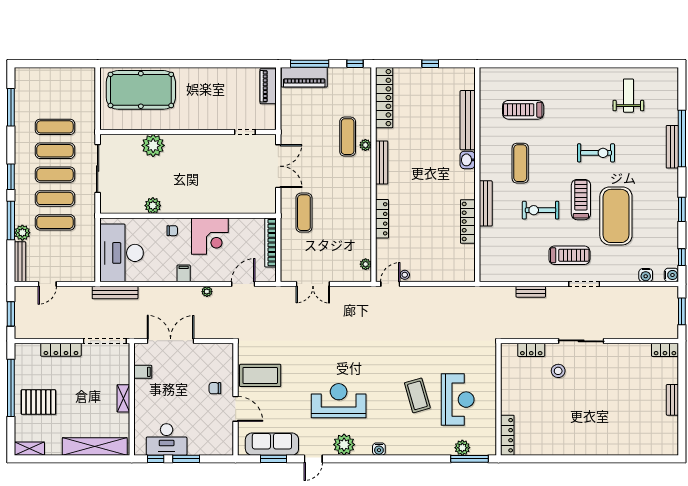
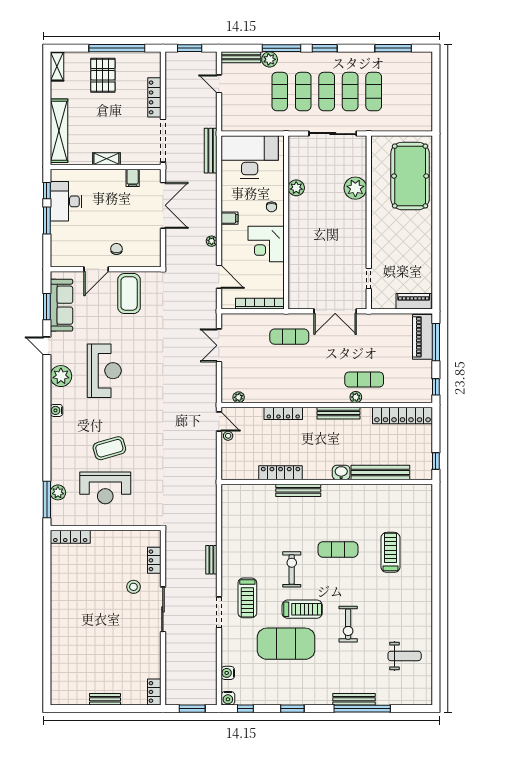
bench: (468, 120) -> (380, 473), moved
washbasin: (468, 160) -> (341, 472), moved
wall: (477, 175) -> (327, 482), moved
bench: (486, 203) -> (298, 490), moved
locker: (468, 221) -> (281, 473), moved

